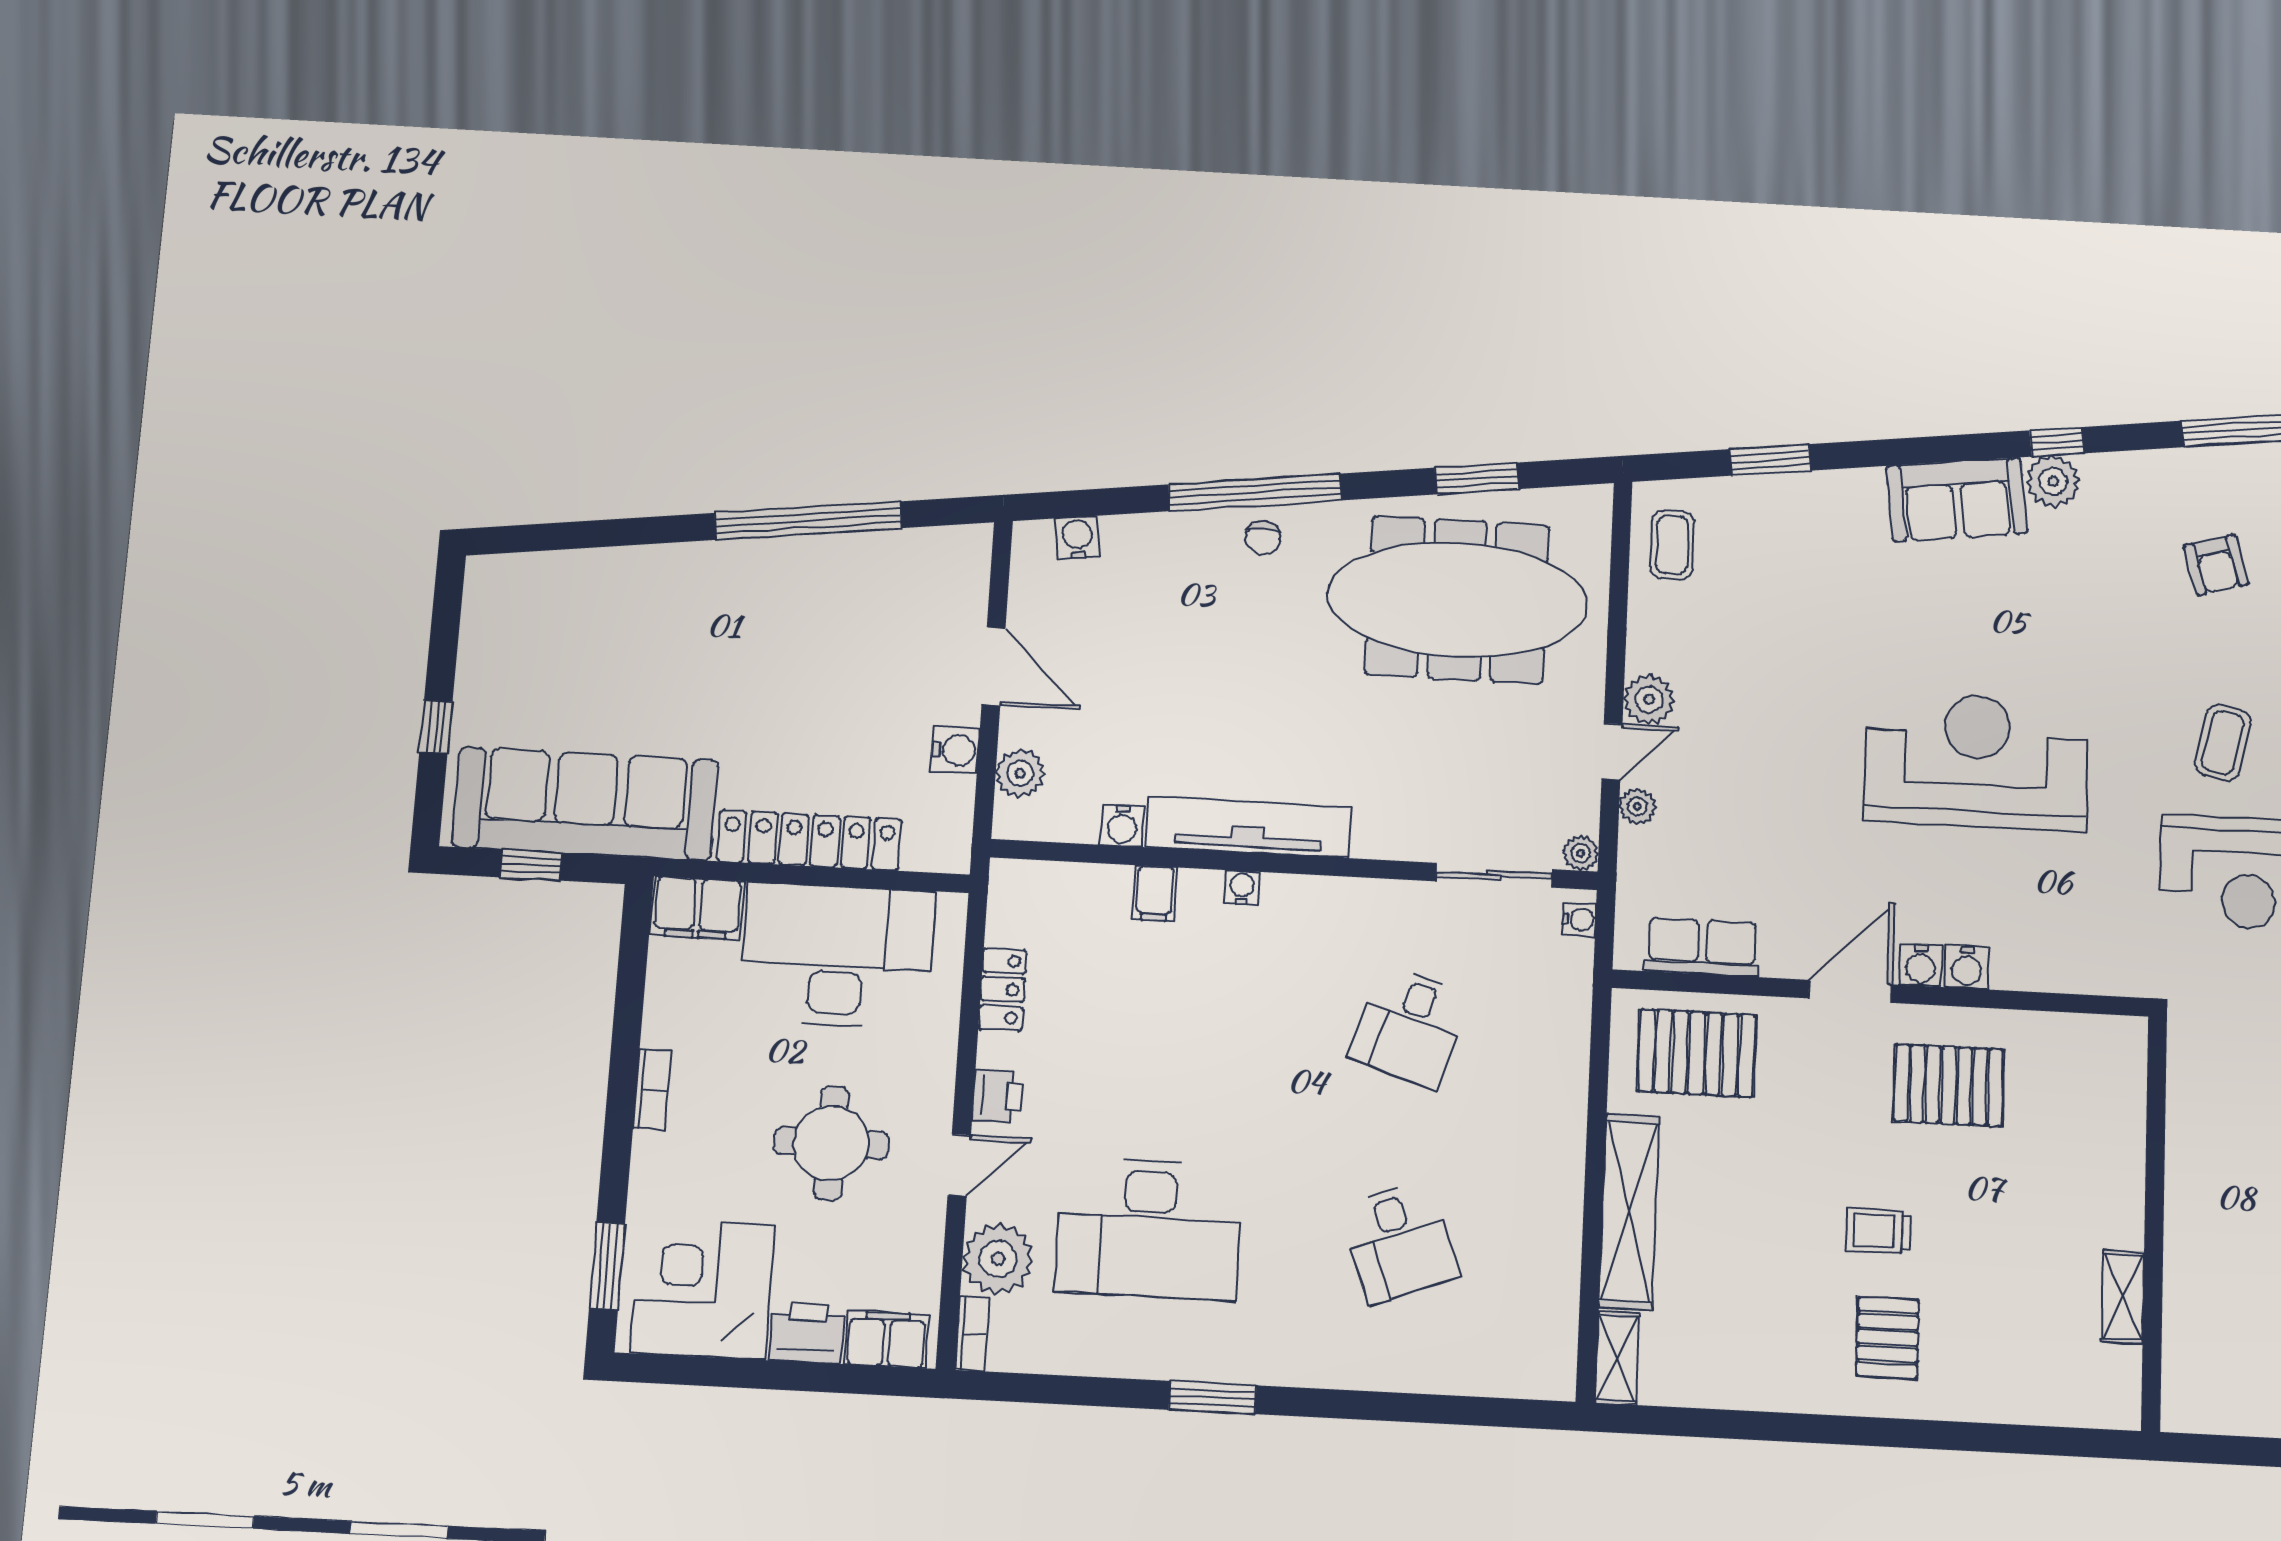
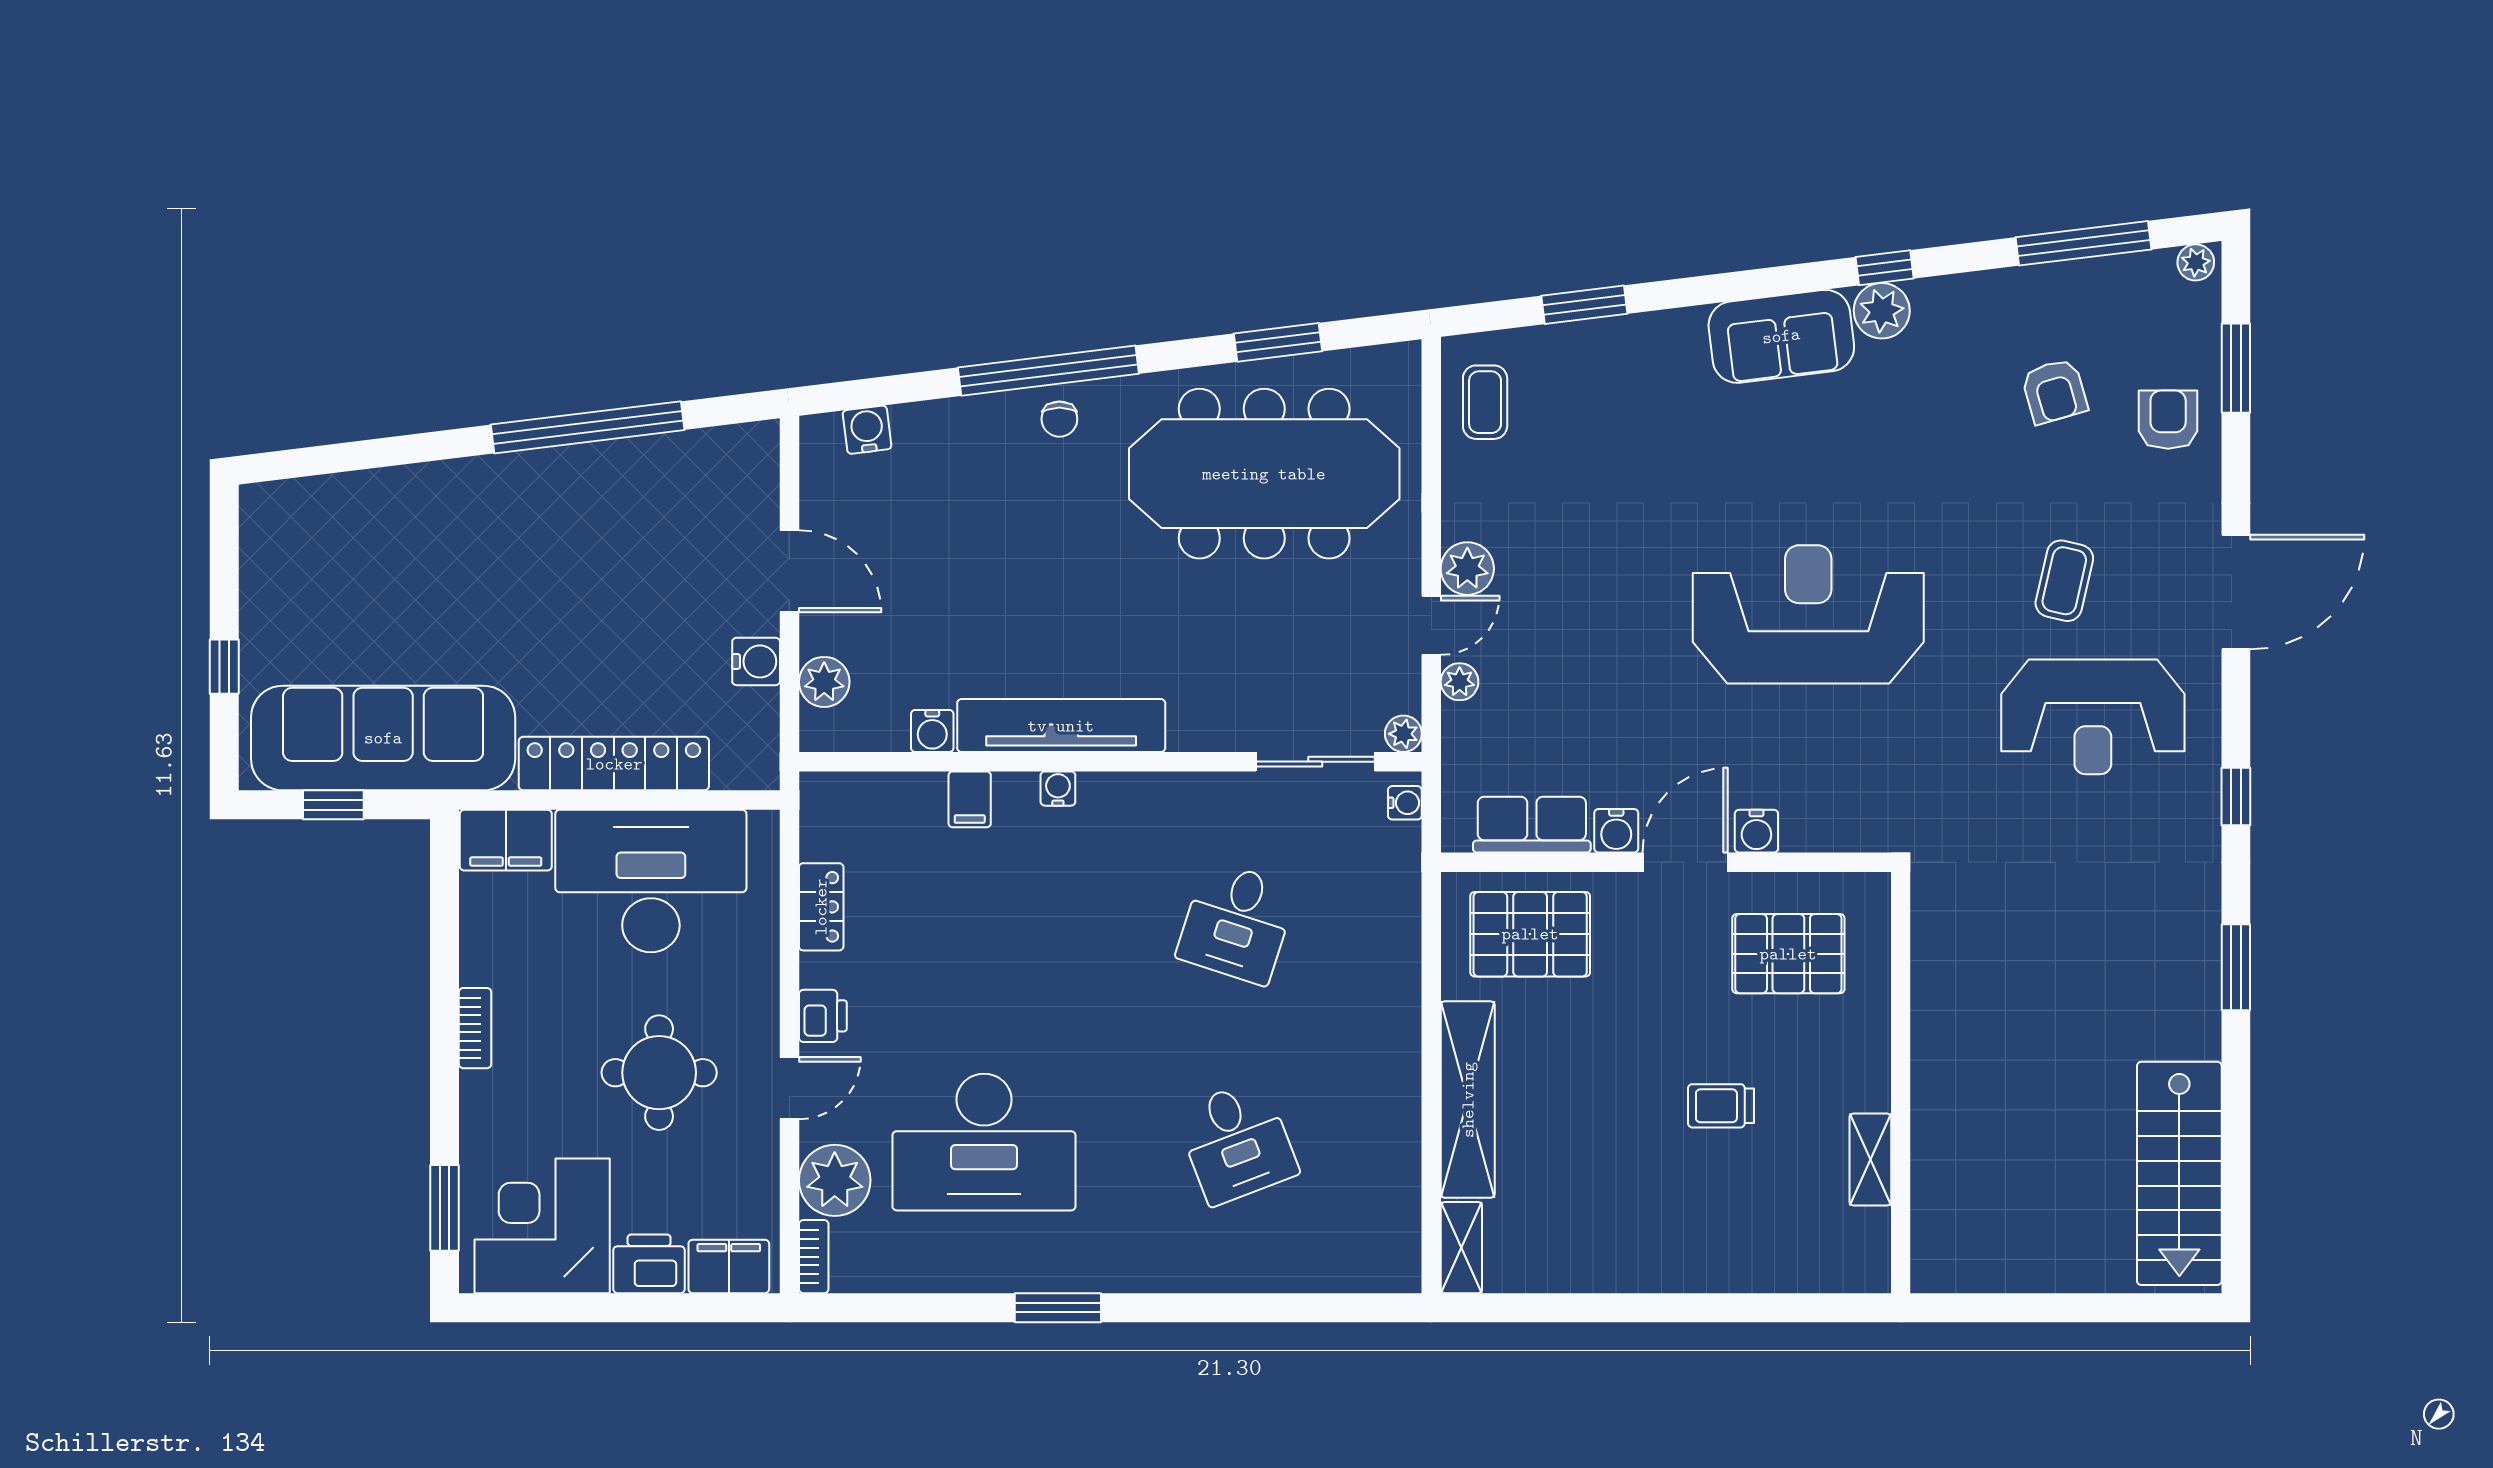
water cooler: (1967, 967) -> (1616, 831), moved
wall: (2154, 1222) -> (1901, 1083), moved
shelving: (2123, 1297) -> (1870, 1160), moved
pallet: (1888, 1338) -> (1733, 1213), removed

